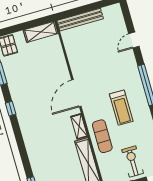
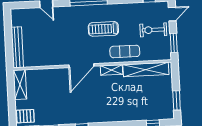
door: (76, 93) -> (81, 66), hinge flipped
treadmill: (121, 108) -> (103, 29), turned 180

